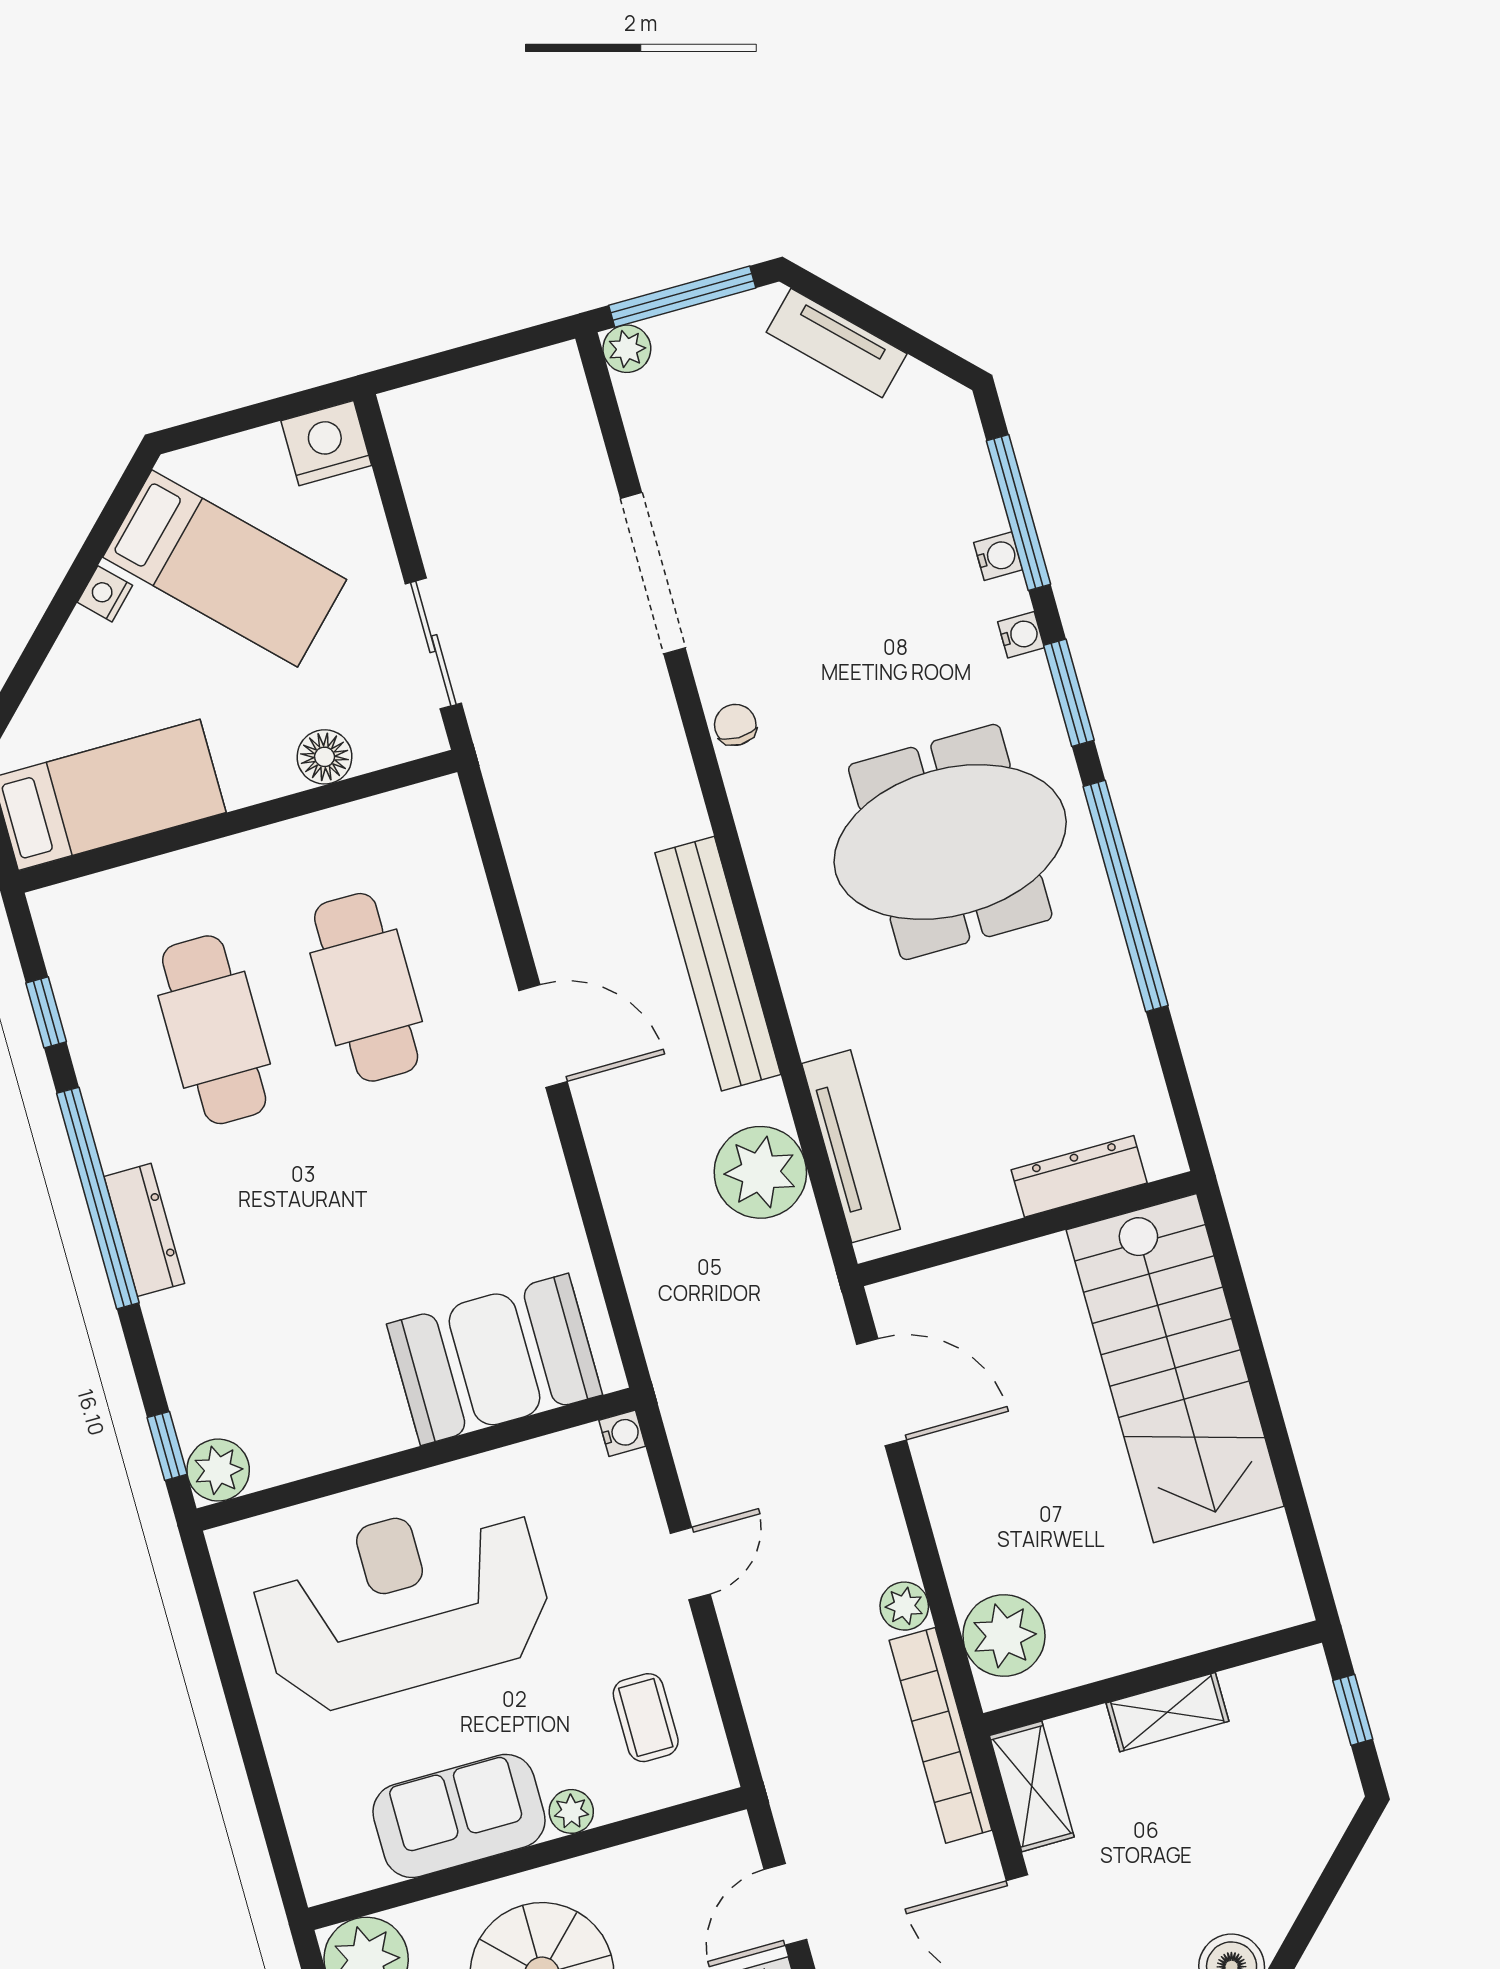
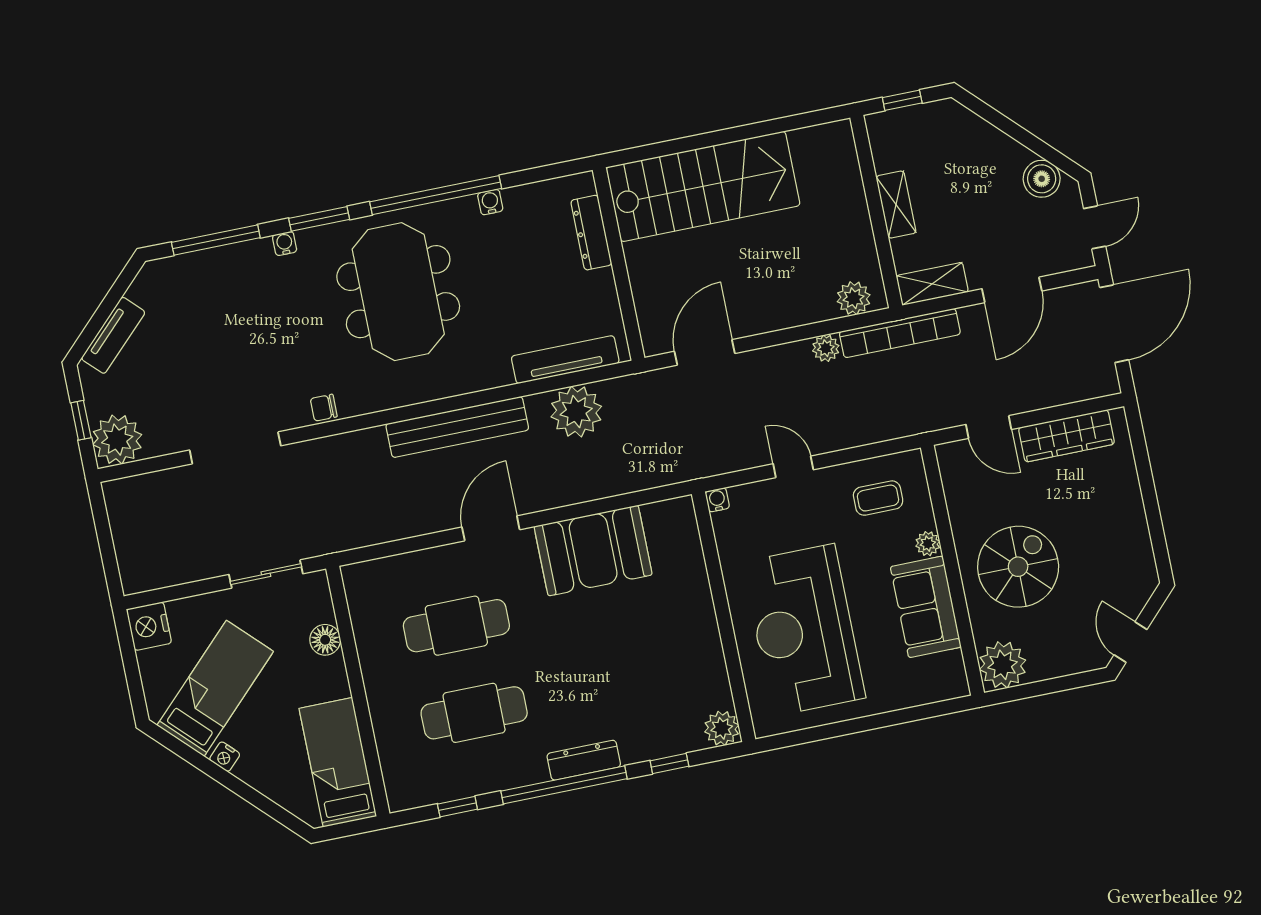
window: (682, 297) -> (81, 420), width x0.46
plant: (627, 349) -> (117, 440), width x1.87, depth x1.87
water cooler: (998, 556) -> (490, 202), moved
booth: (495, 1359) -> (593, 551), moved, turned 90
window: (167, 1446) -> (669, 763), moved
plant: (1004, 1636) -> (854, 298), width x0.73, depth x0.73

